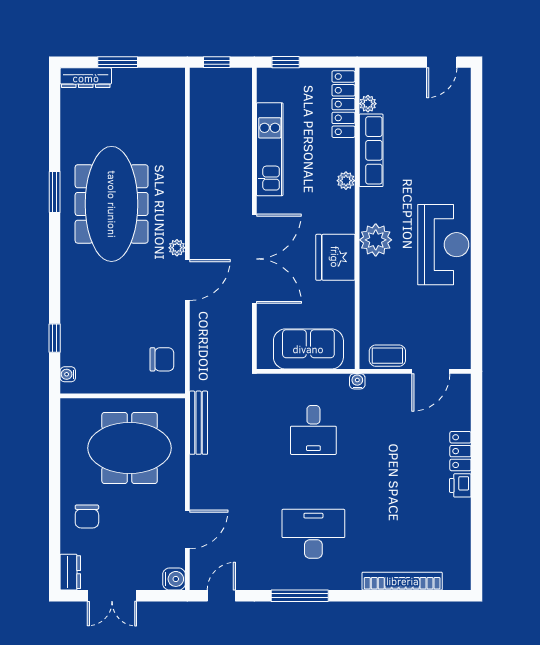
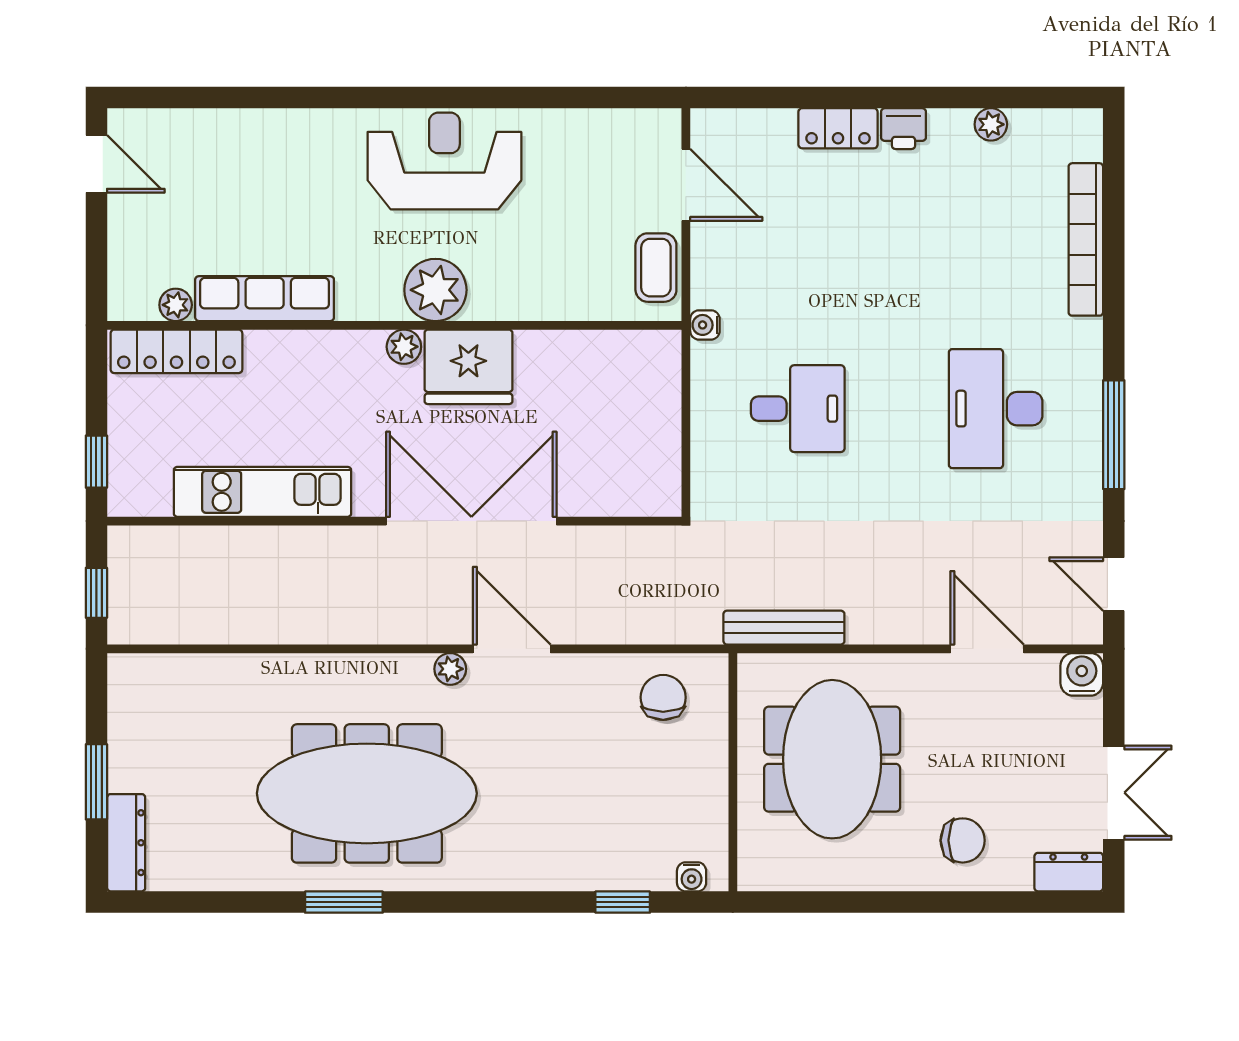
plant: (346, 181) -> (404, 347), moved
sofa: (308, 349) -> (643, 418), removed
plant: (462, 531) -> (991, 124), added

